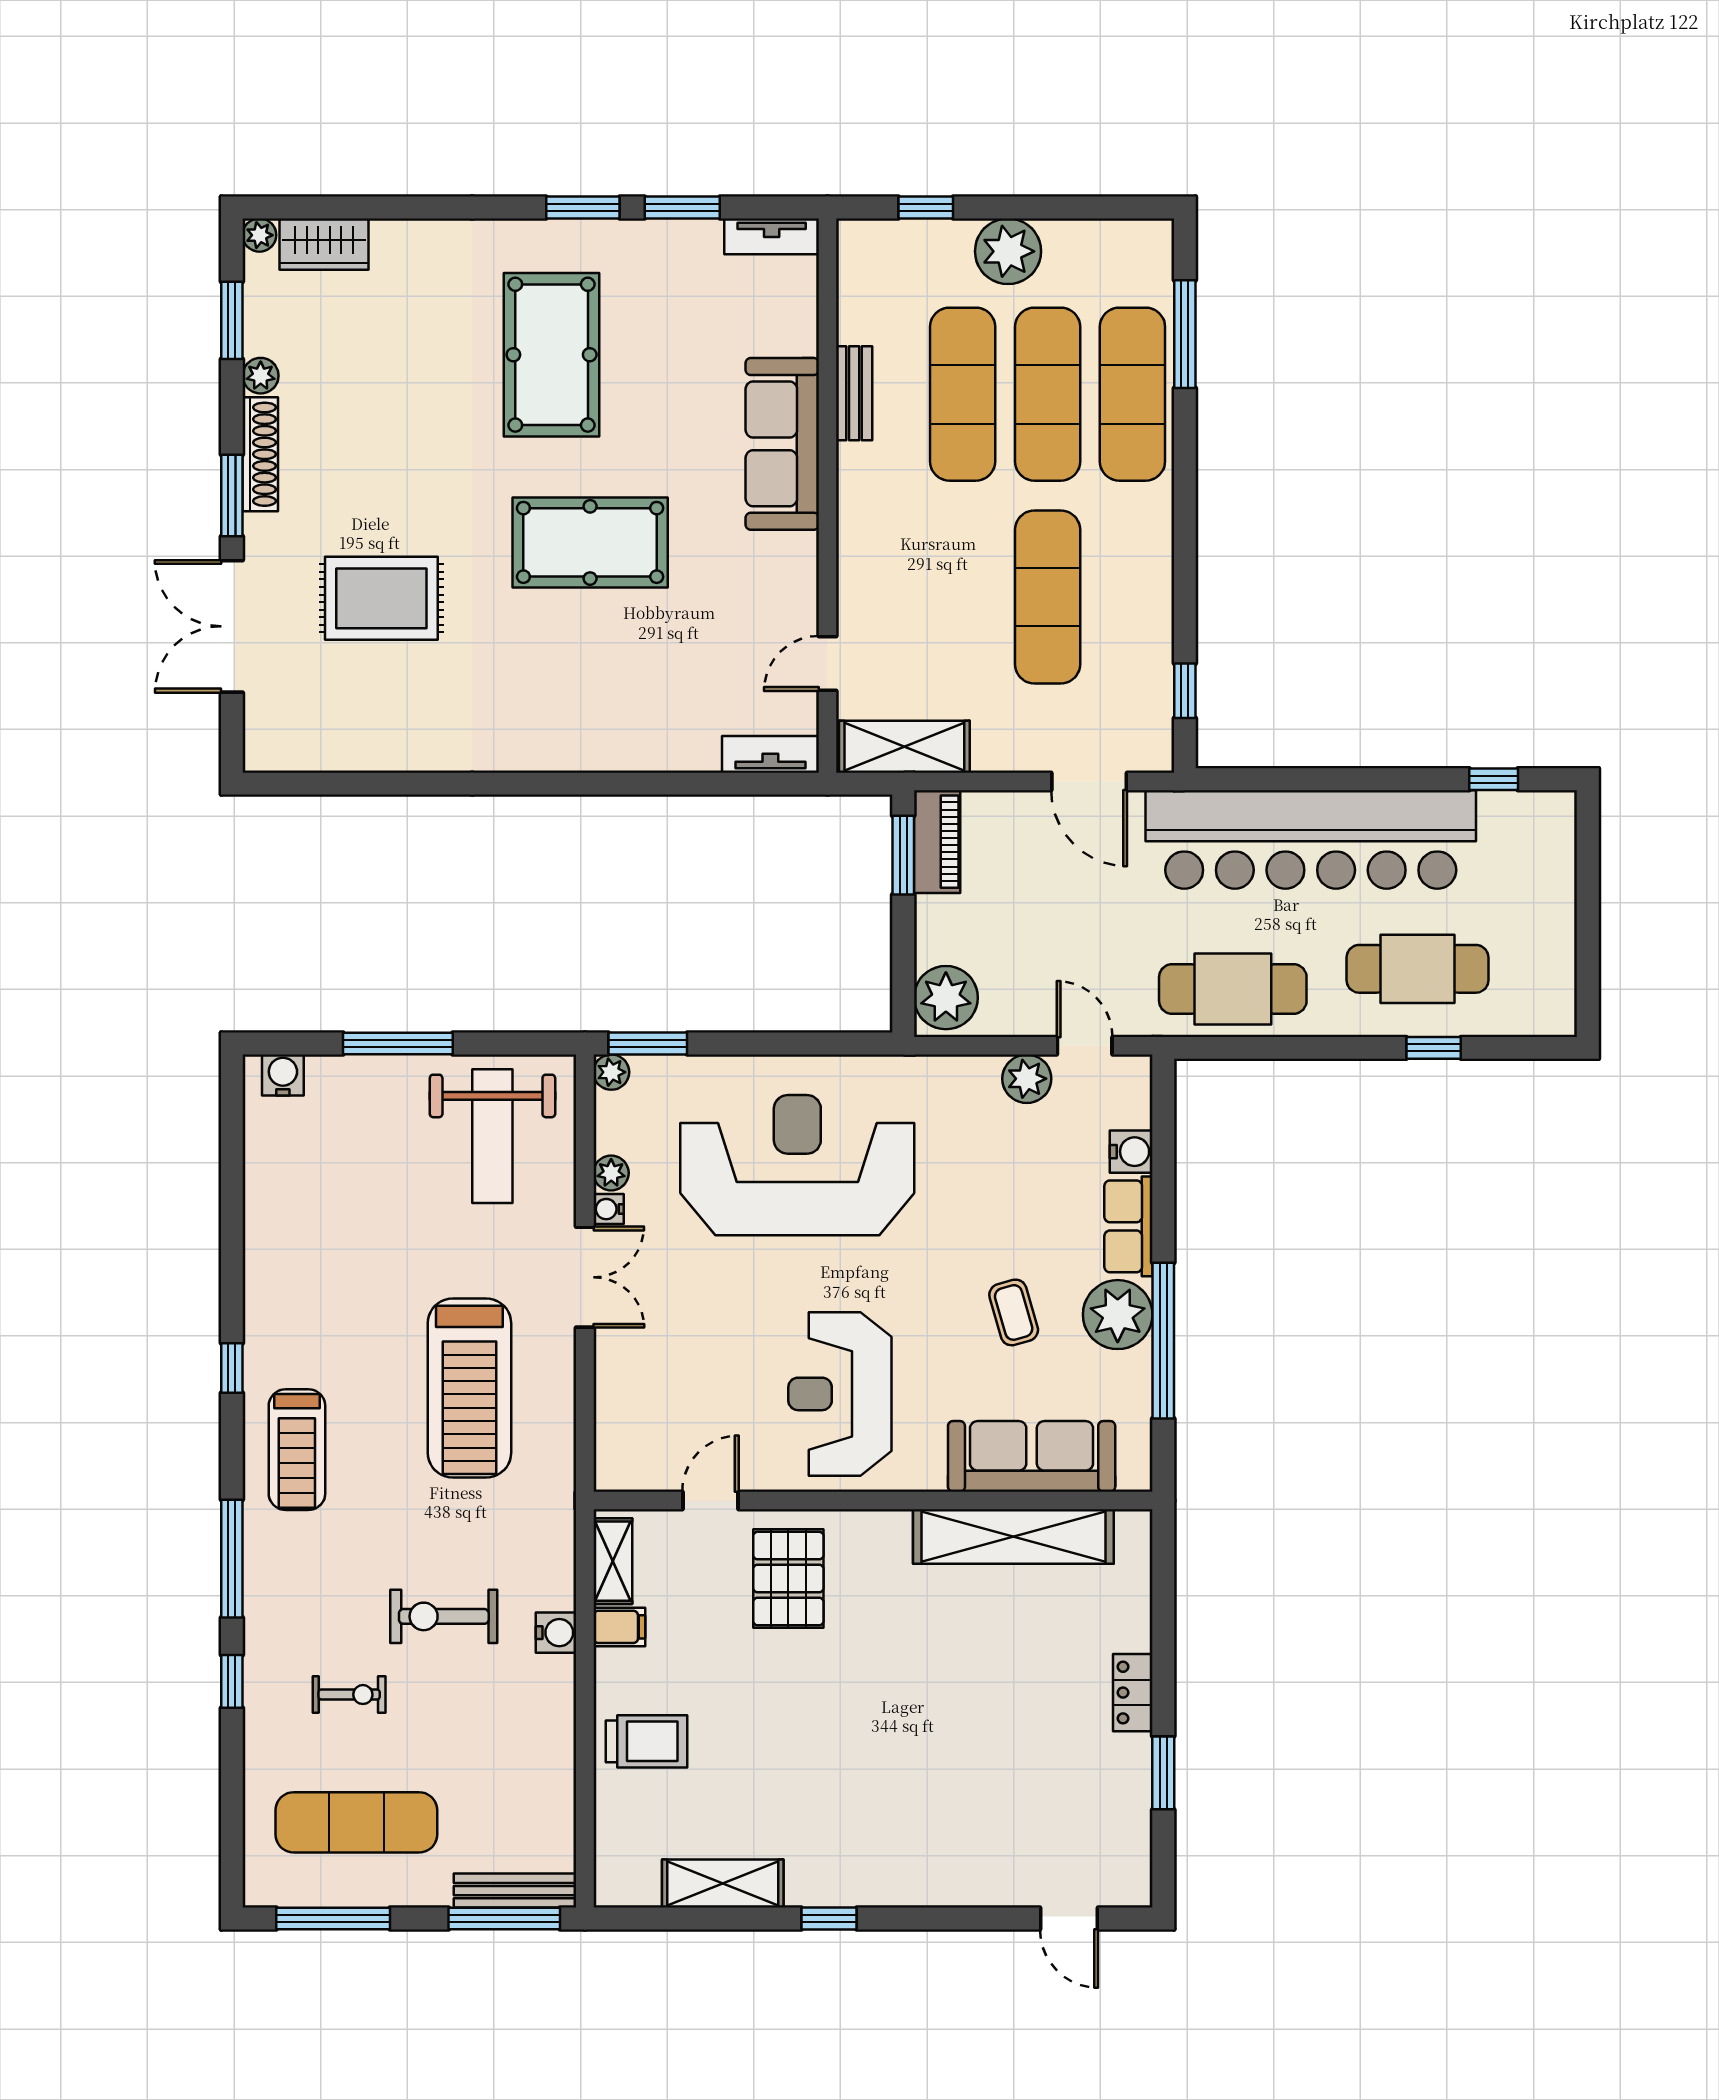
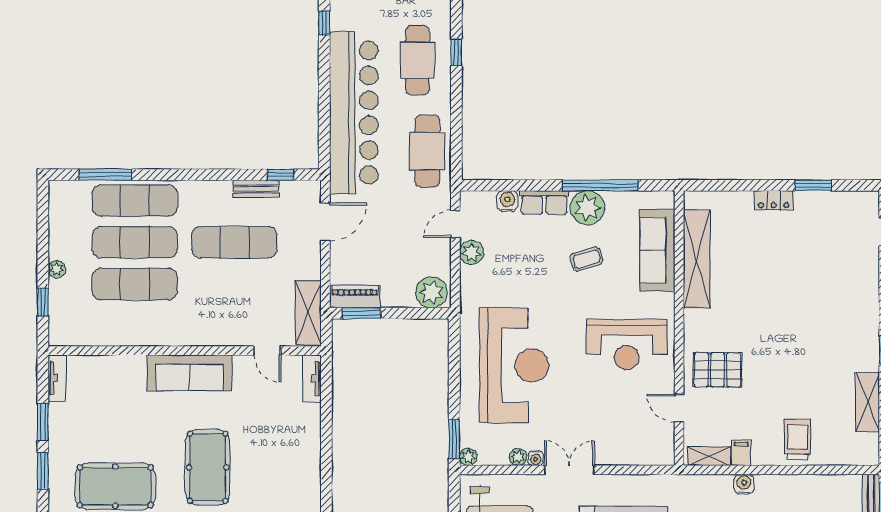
plant: (1008, 251) -> (57, 269), width x0.53, depth x0.53
bench: (854, 393) -> (256, 189), moved
sofa: (782, 444) -> (189, 373), moved
reception desk: (797, 1165) -> (514, 365), turned 180

